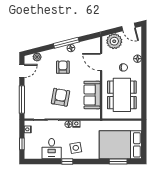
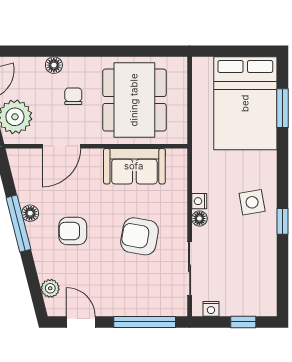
dining table: (122, 95) -> (134, 100), turned 90
desk: (52, 149) -> (254, 256), removed

